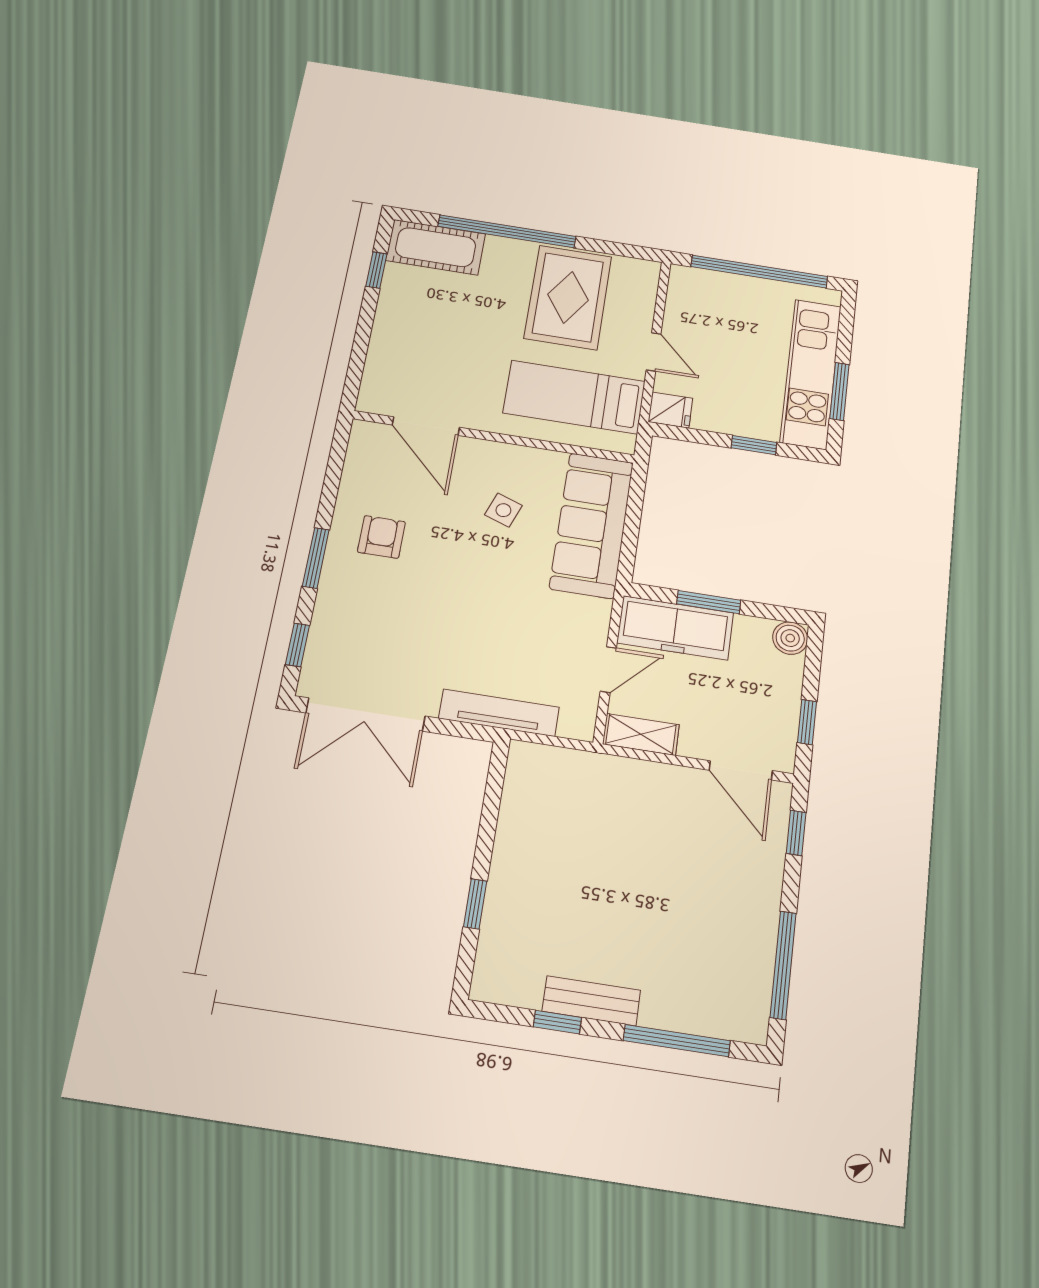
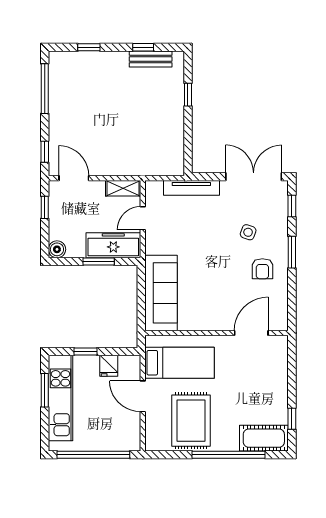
door: (654, 352) -> (143, 396), width x1.37
fridge: (670, 410) -> (109, 366), moved, turned -90
door: (426, 426) -> (251, 333), hinge flipped
side table: (503, 510) -> (248, 232), moved
bench: (591, 1001) -> (151, 59), moved
window: (677, 1041) -> (89, 47), width x0.46

